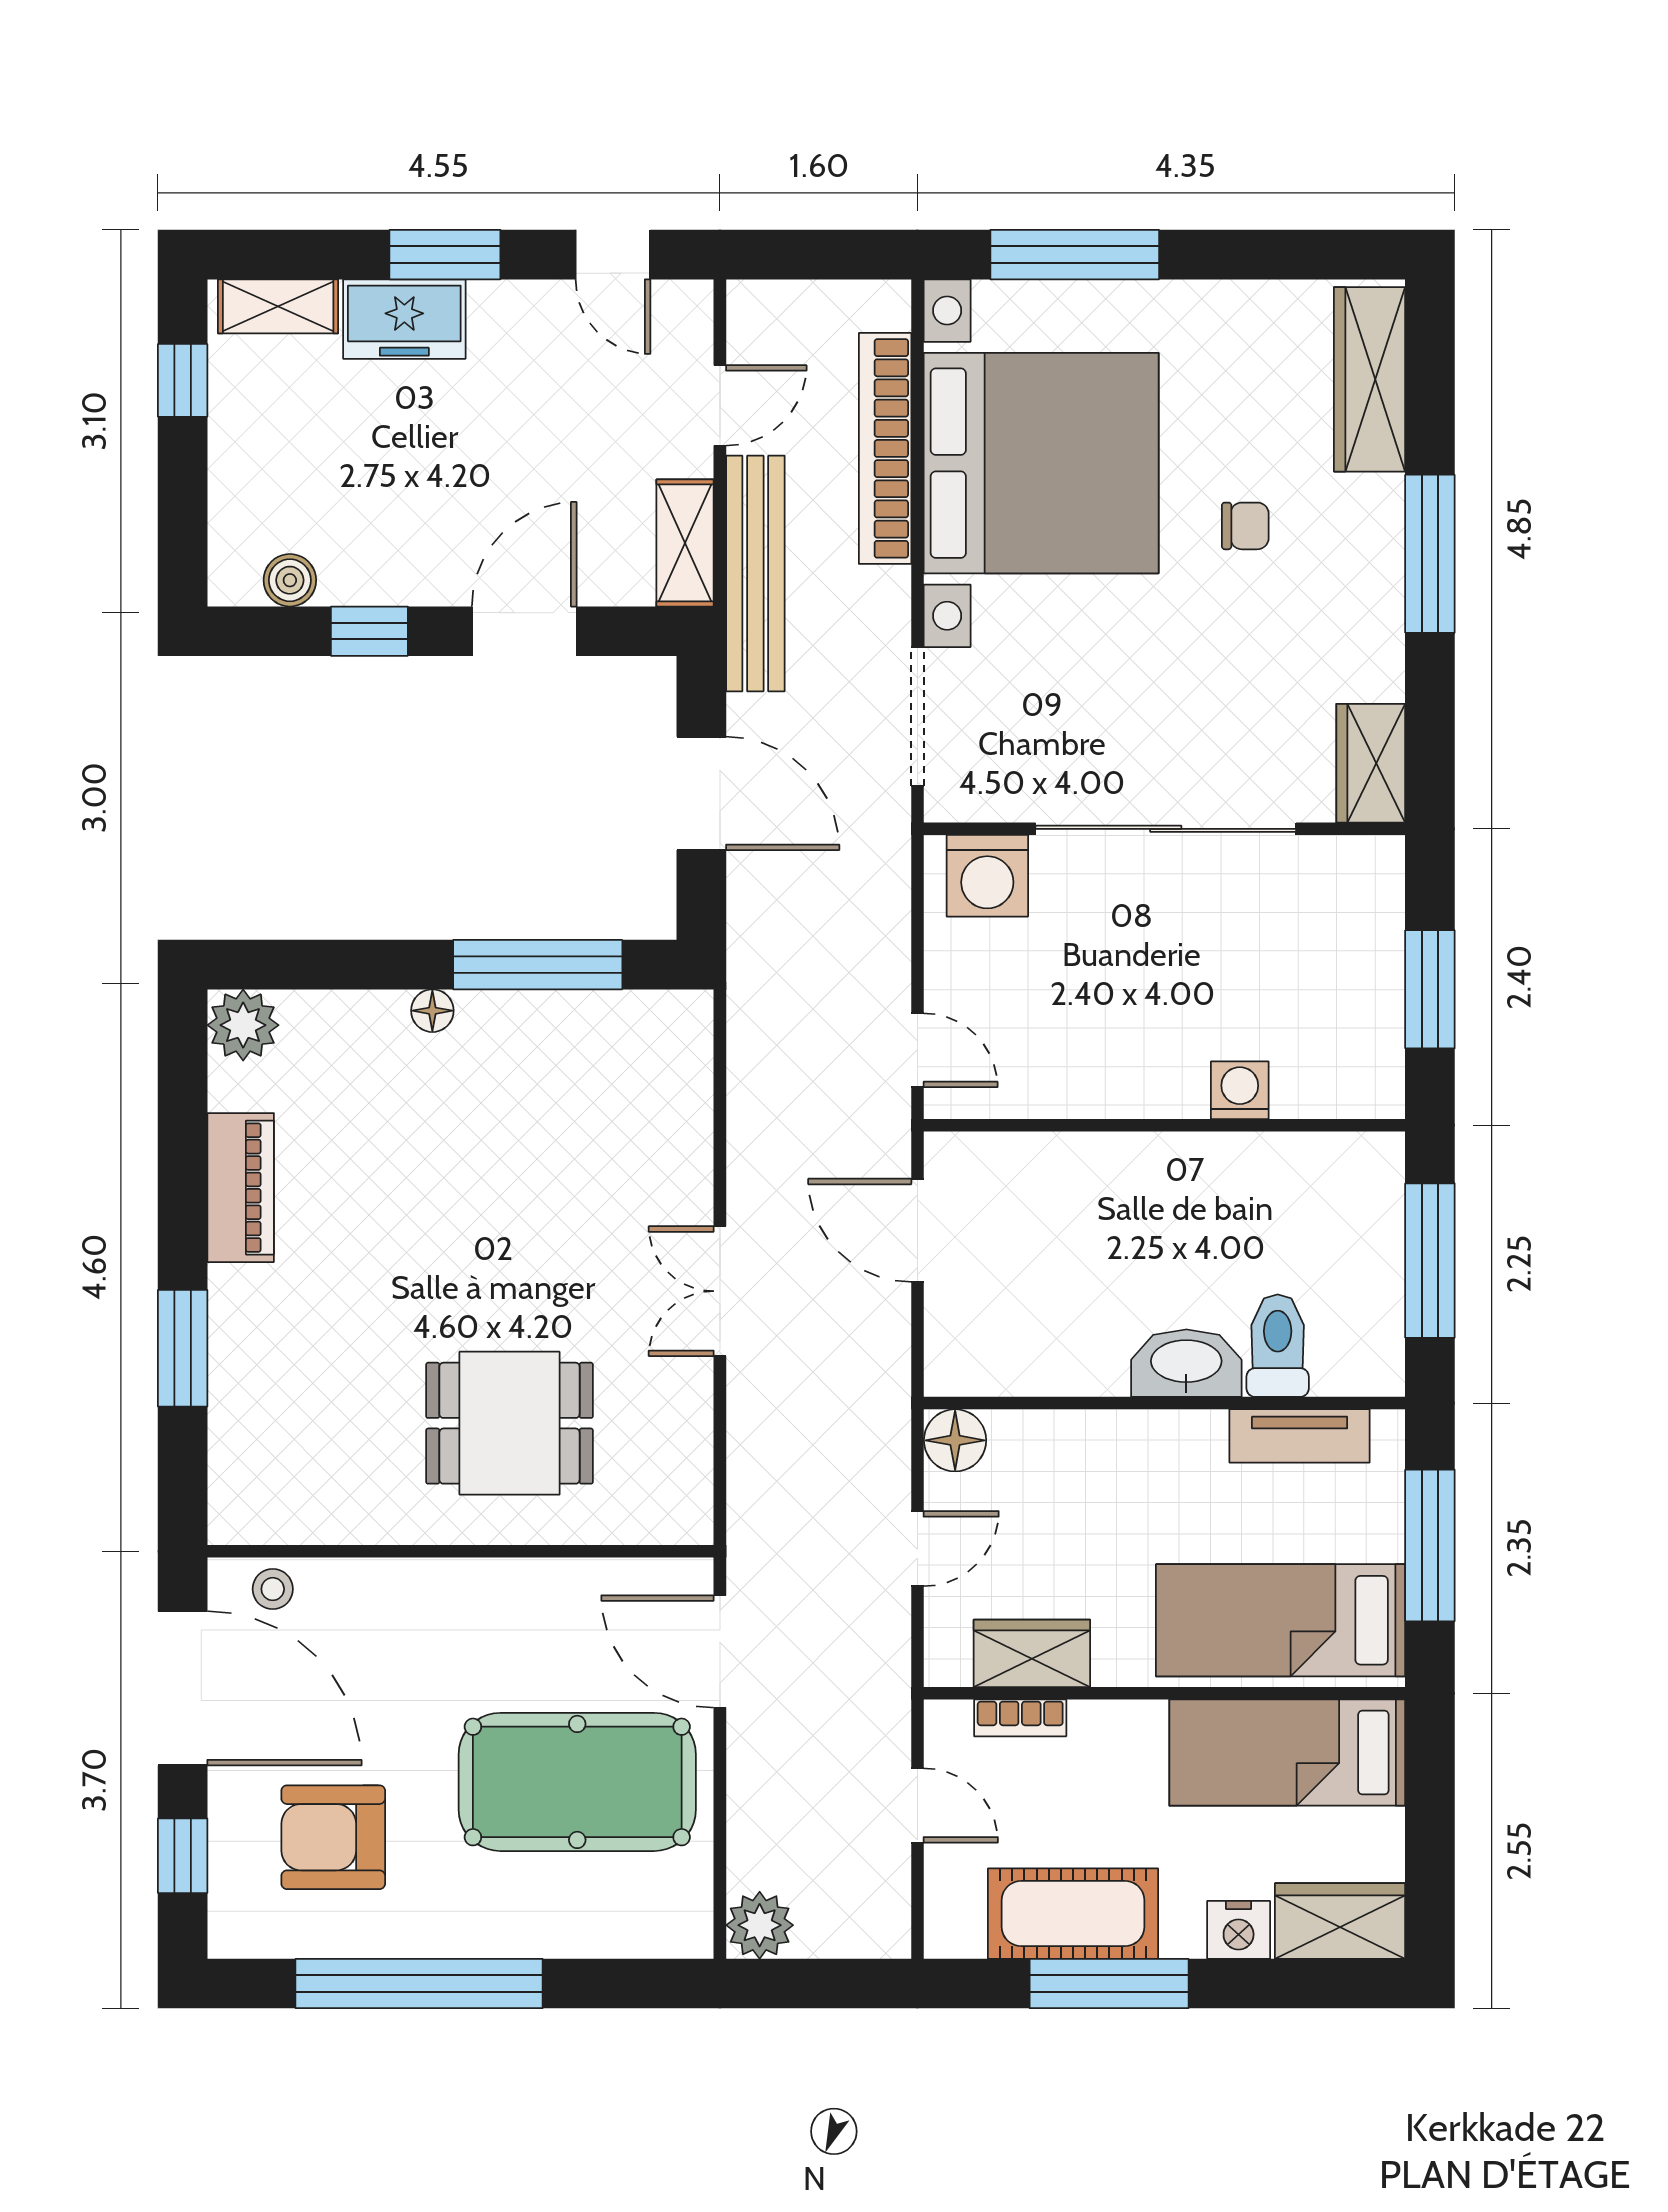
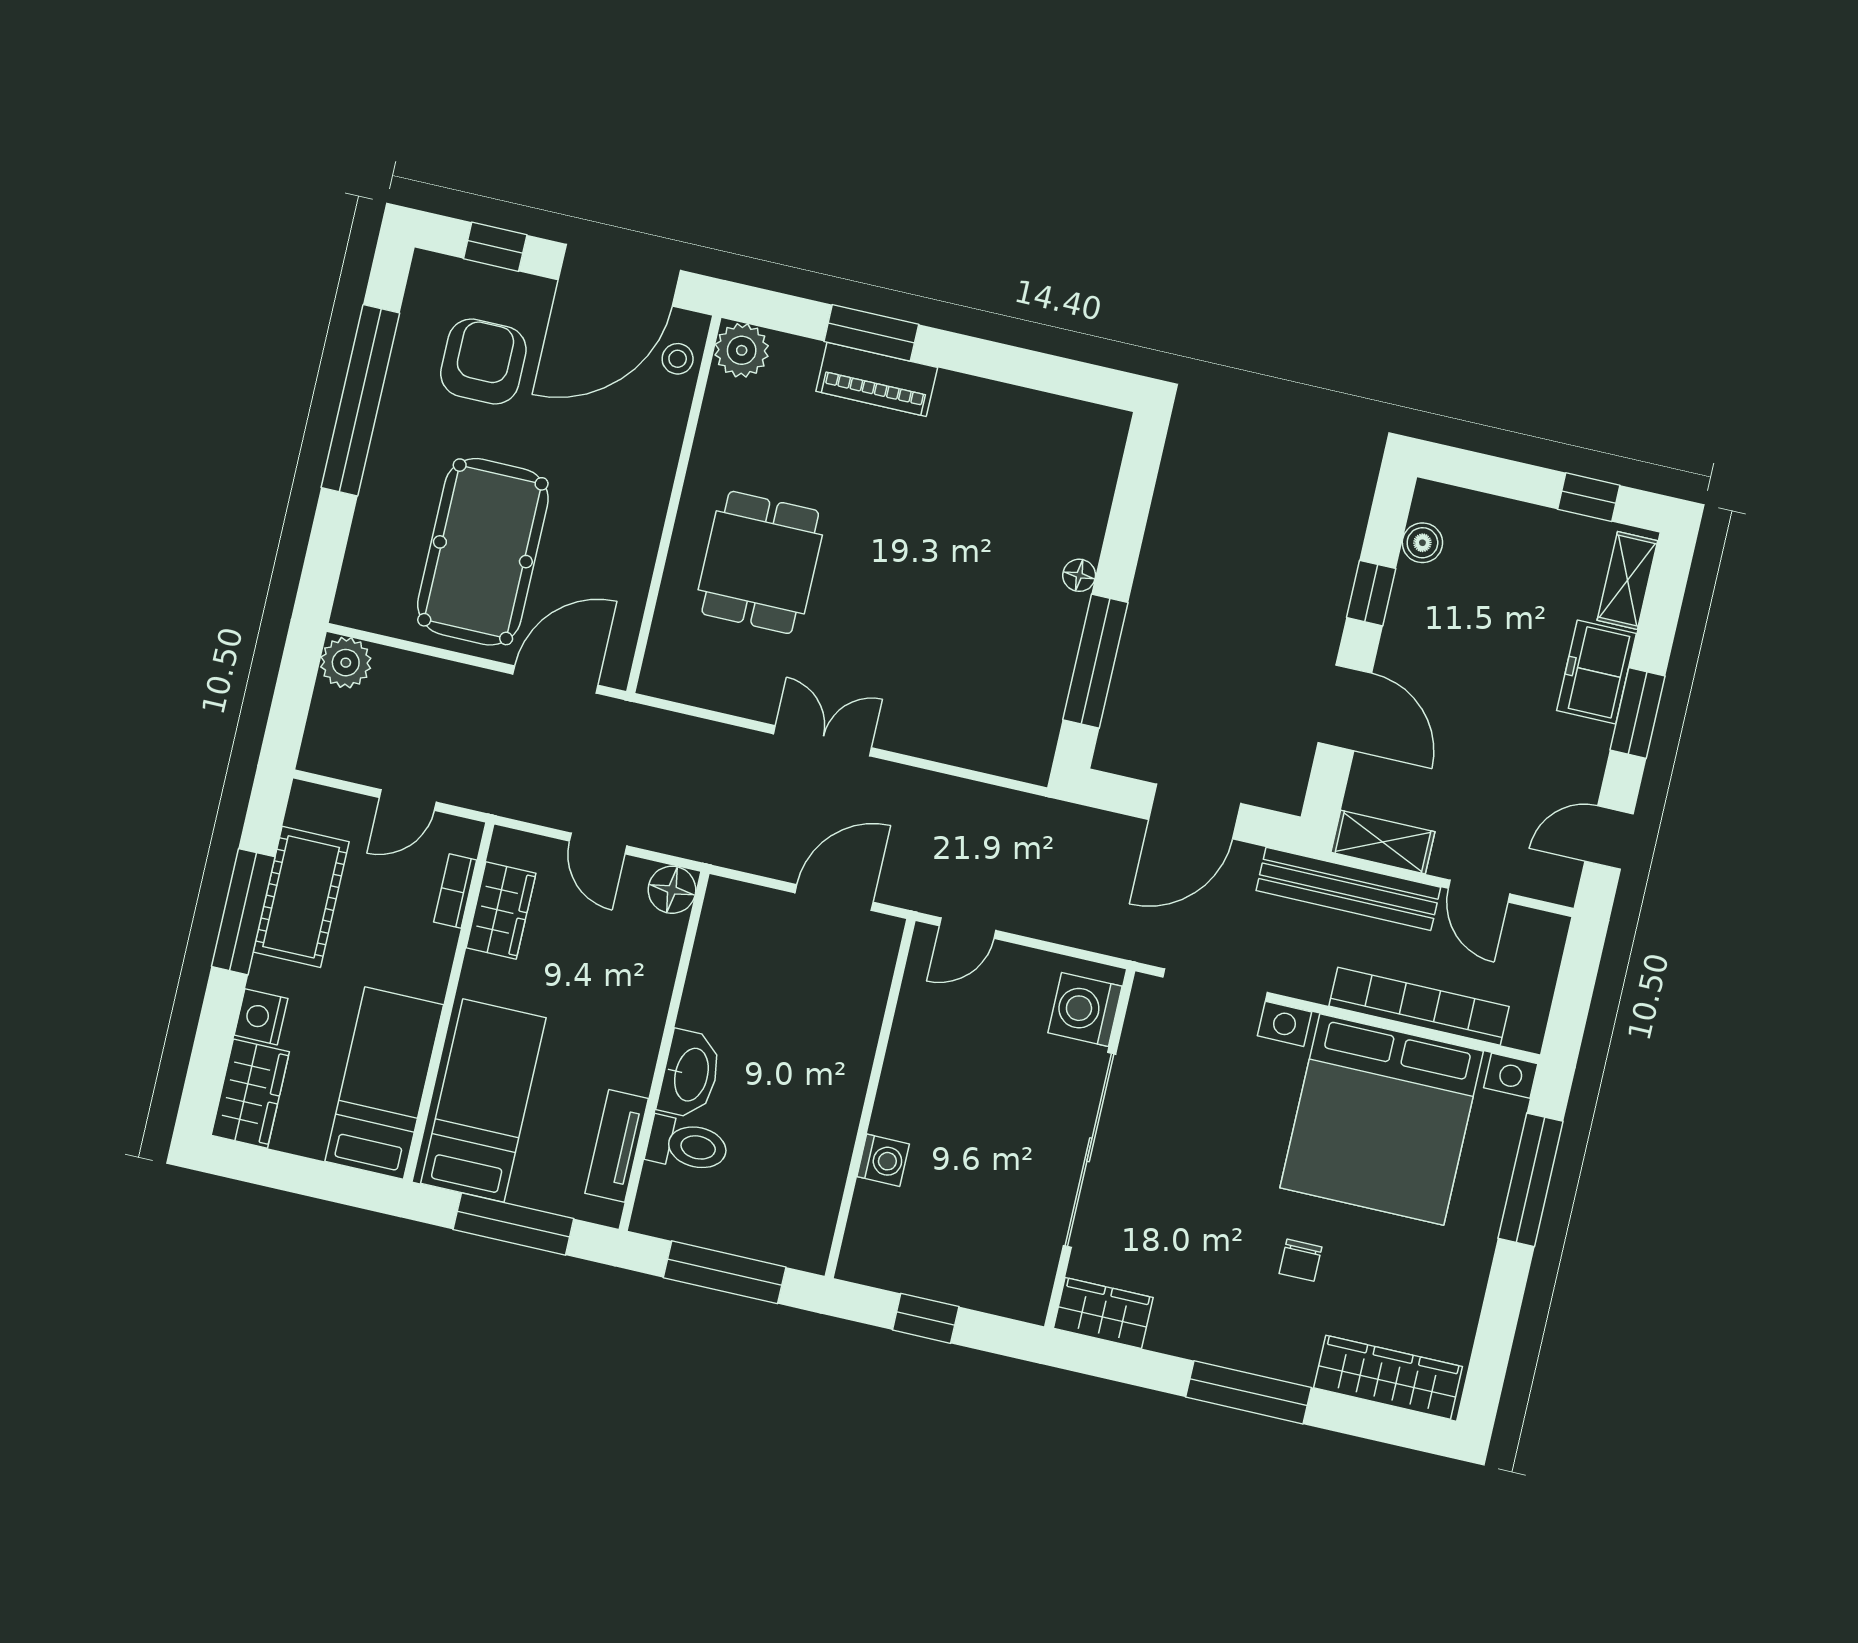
window: (1430, 989) -> (926, 1318), width x0.67
plant: (243, 1025) -> (742, 350), moved
piano: (241, 1188) -> (877, 379), moved

